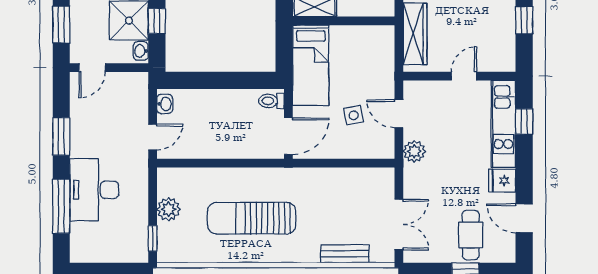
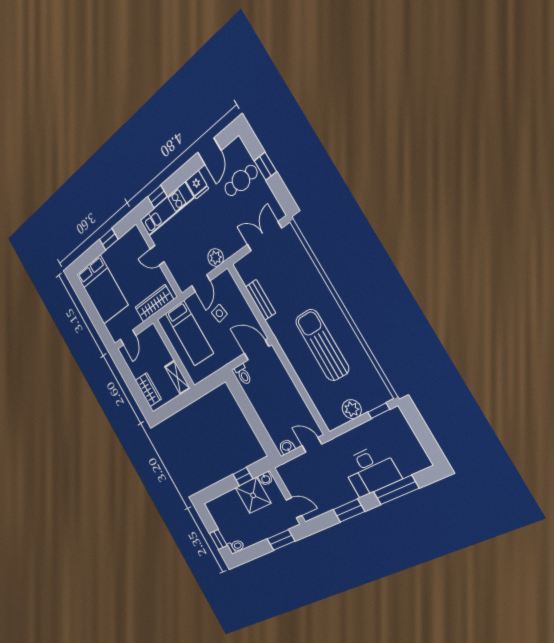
bed: (311, 65) -> (189, 333), moved, turned 90
sun lounger: (252, 218) -> (322, 345), turned 180
bench: (345, 254) -> (261, 300), moved

